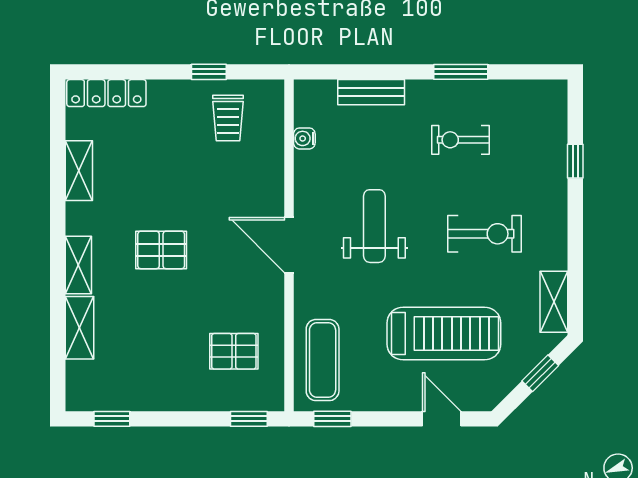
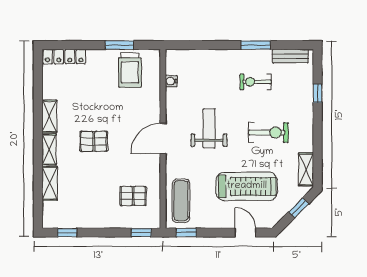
window: (209, 72) -> (120, 45), width x1.50
bench: (371, 92) -> (290, 56), moved
trolley: (228, 118) -> (130, 70), width x1.36, depth x1.39
shelving: (79, 171) -> (49, 116), moved
door: (289, 245) -> (163, 139), hinge flipped

